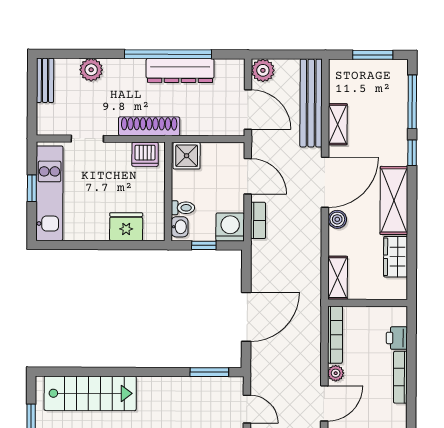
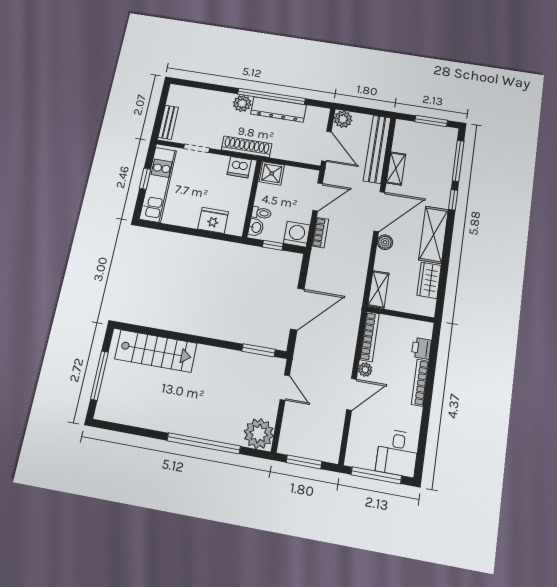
plant: (91, 70) -> (242, 103), moved
bench: (45, 80) -> (168, 122), moved
door: (248, 176) -> (318, 197), hinge flipped

